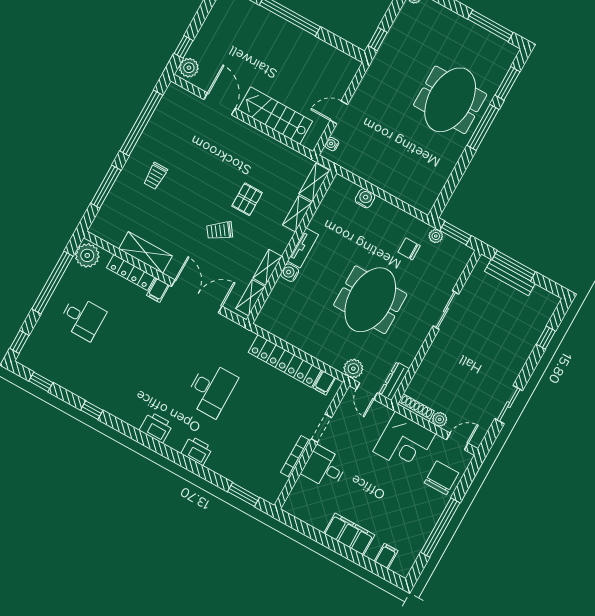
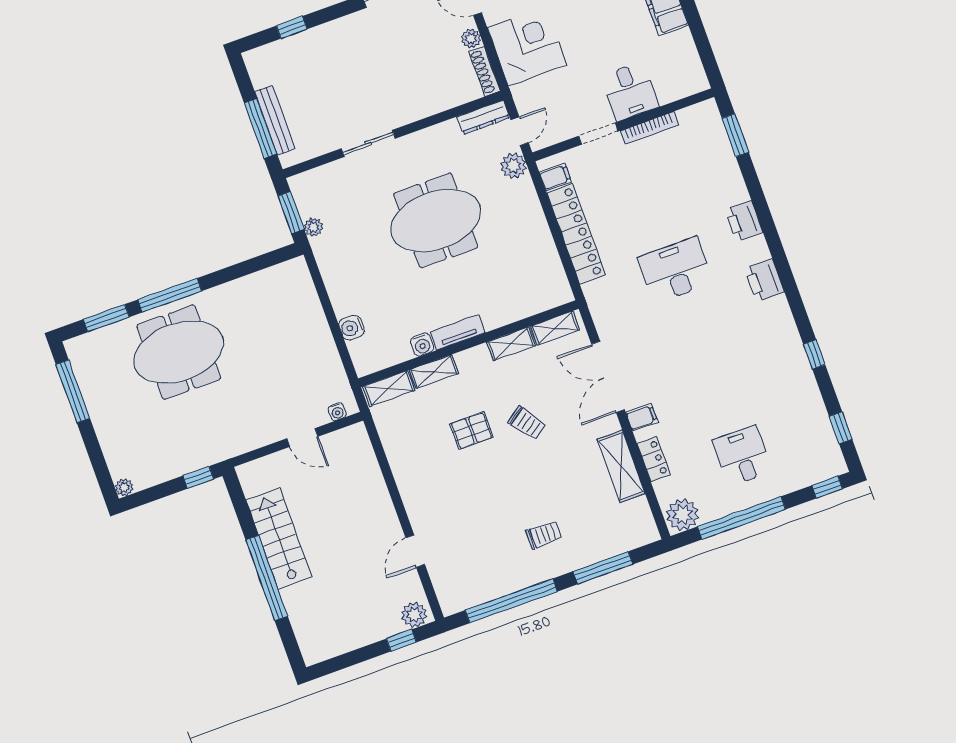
door: (220, 104) -> (415, 551), width x0.73
stairs: (275, 116) -> (279, 538), moved, turned 180
chair: (409, 249) -> (352, 237), removed
locker: (131, 272) -> (654, 459), width x0.66
water cooler: (290, 273) -> (422, 344), moved

